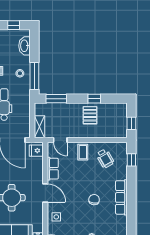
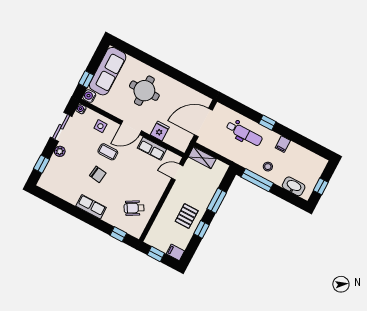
window: (56, 99) -> (217, 201), moved
filing cabinet: (122, 109) -> (175, 252), added
pallet: (90, 115) -> (187, 216), turned 90
fridge: (36, 151) -> (160, 131), moved
coffee table: (83, 152) -> (108, 152), moved
row of seats: (121, 197) -> (91, 207), width x0.68

